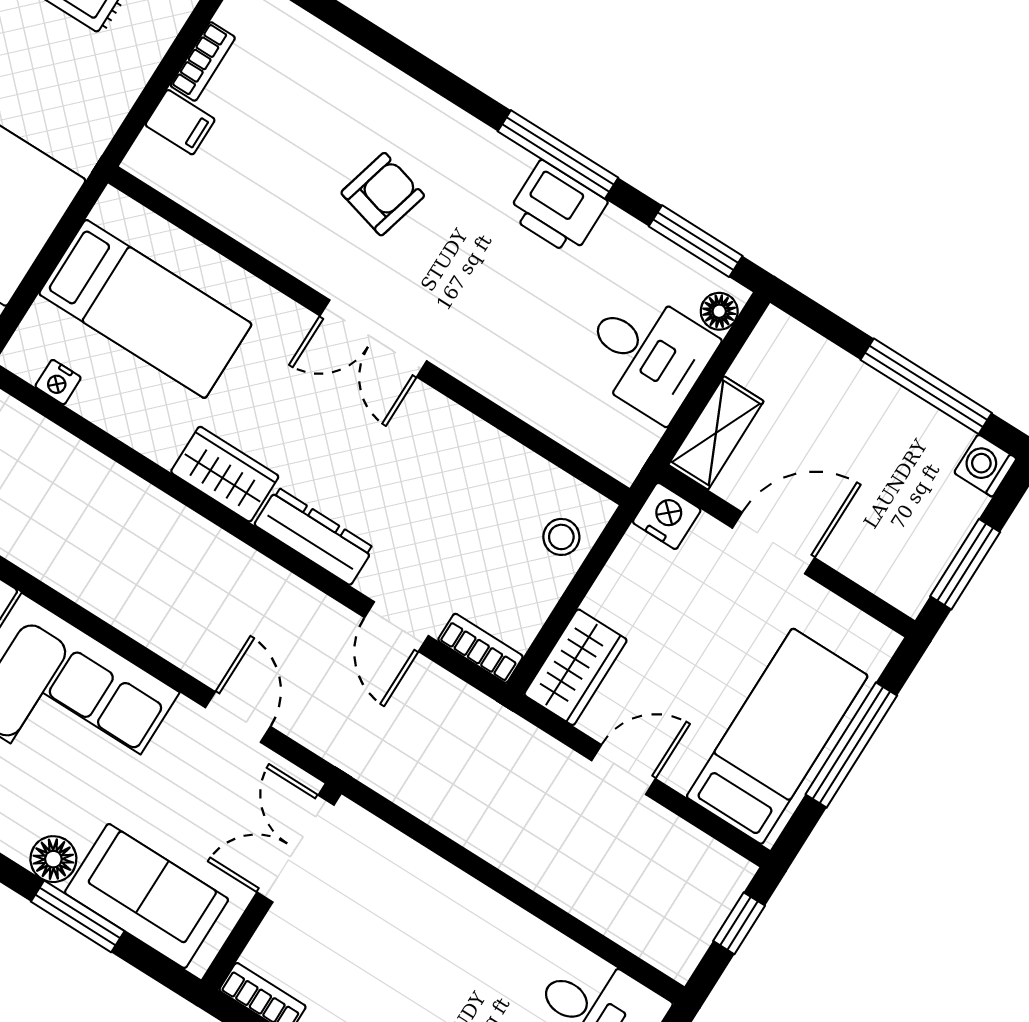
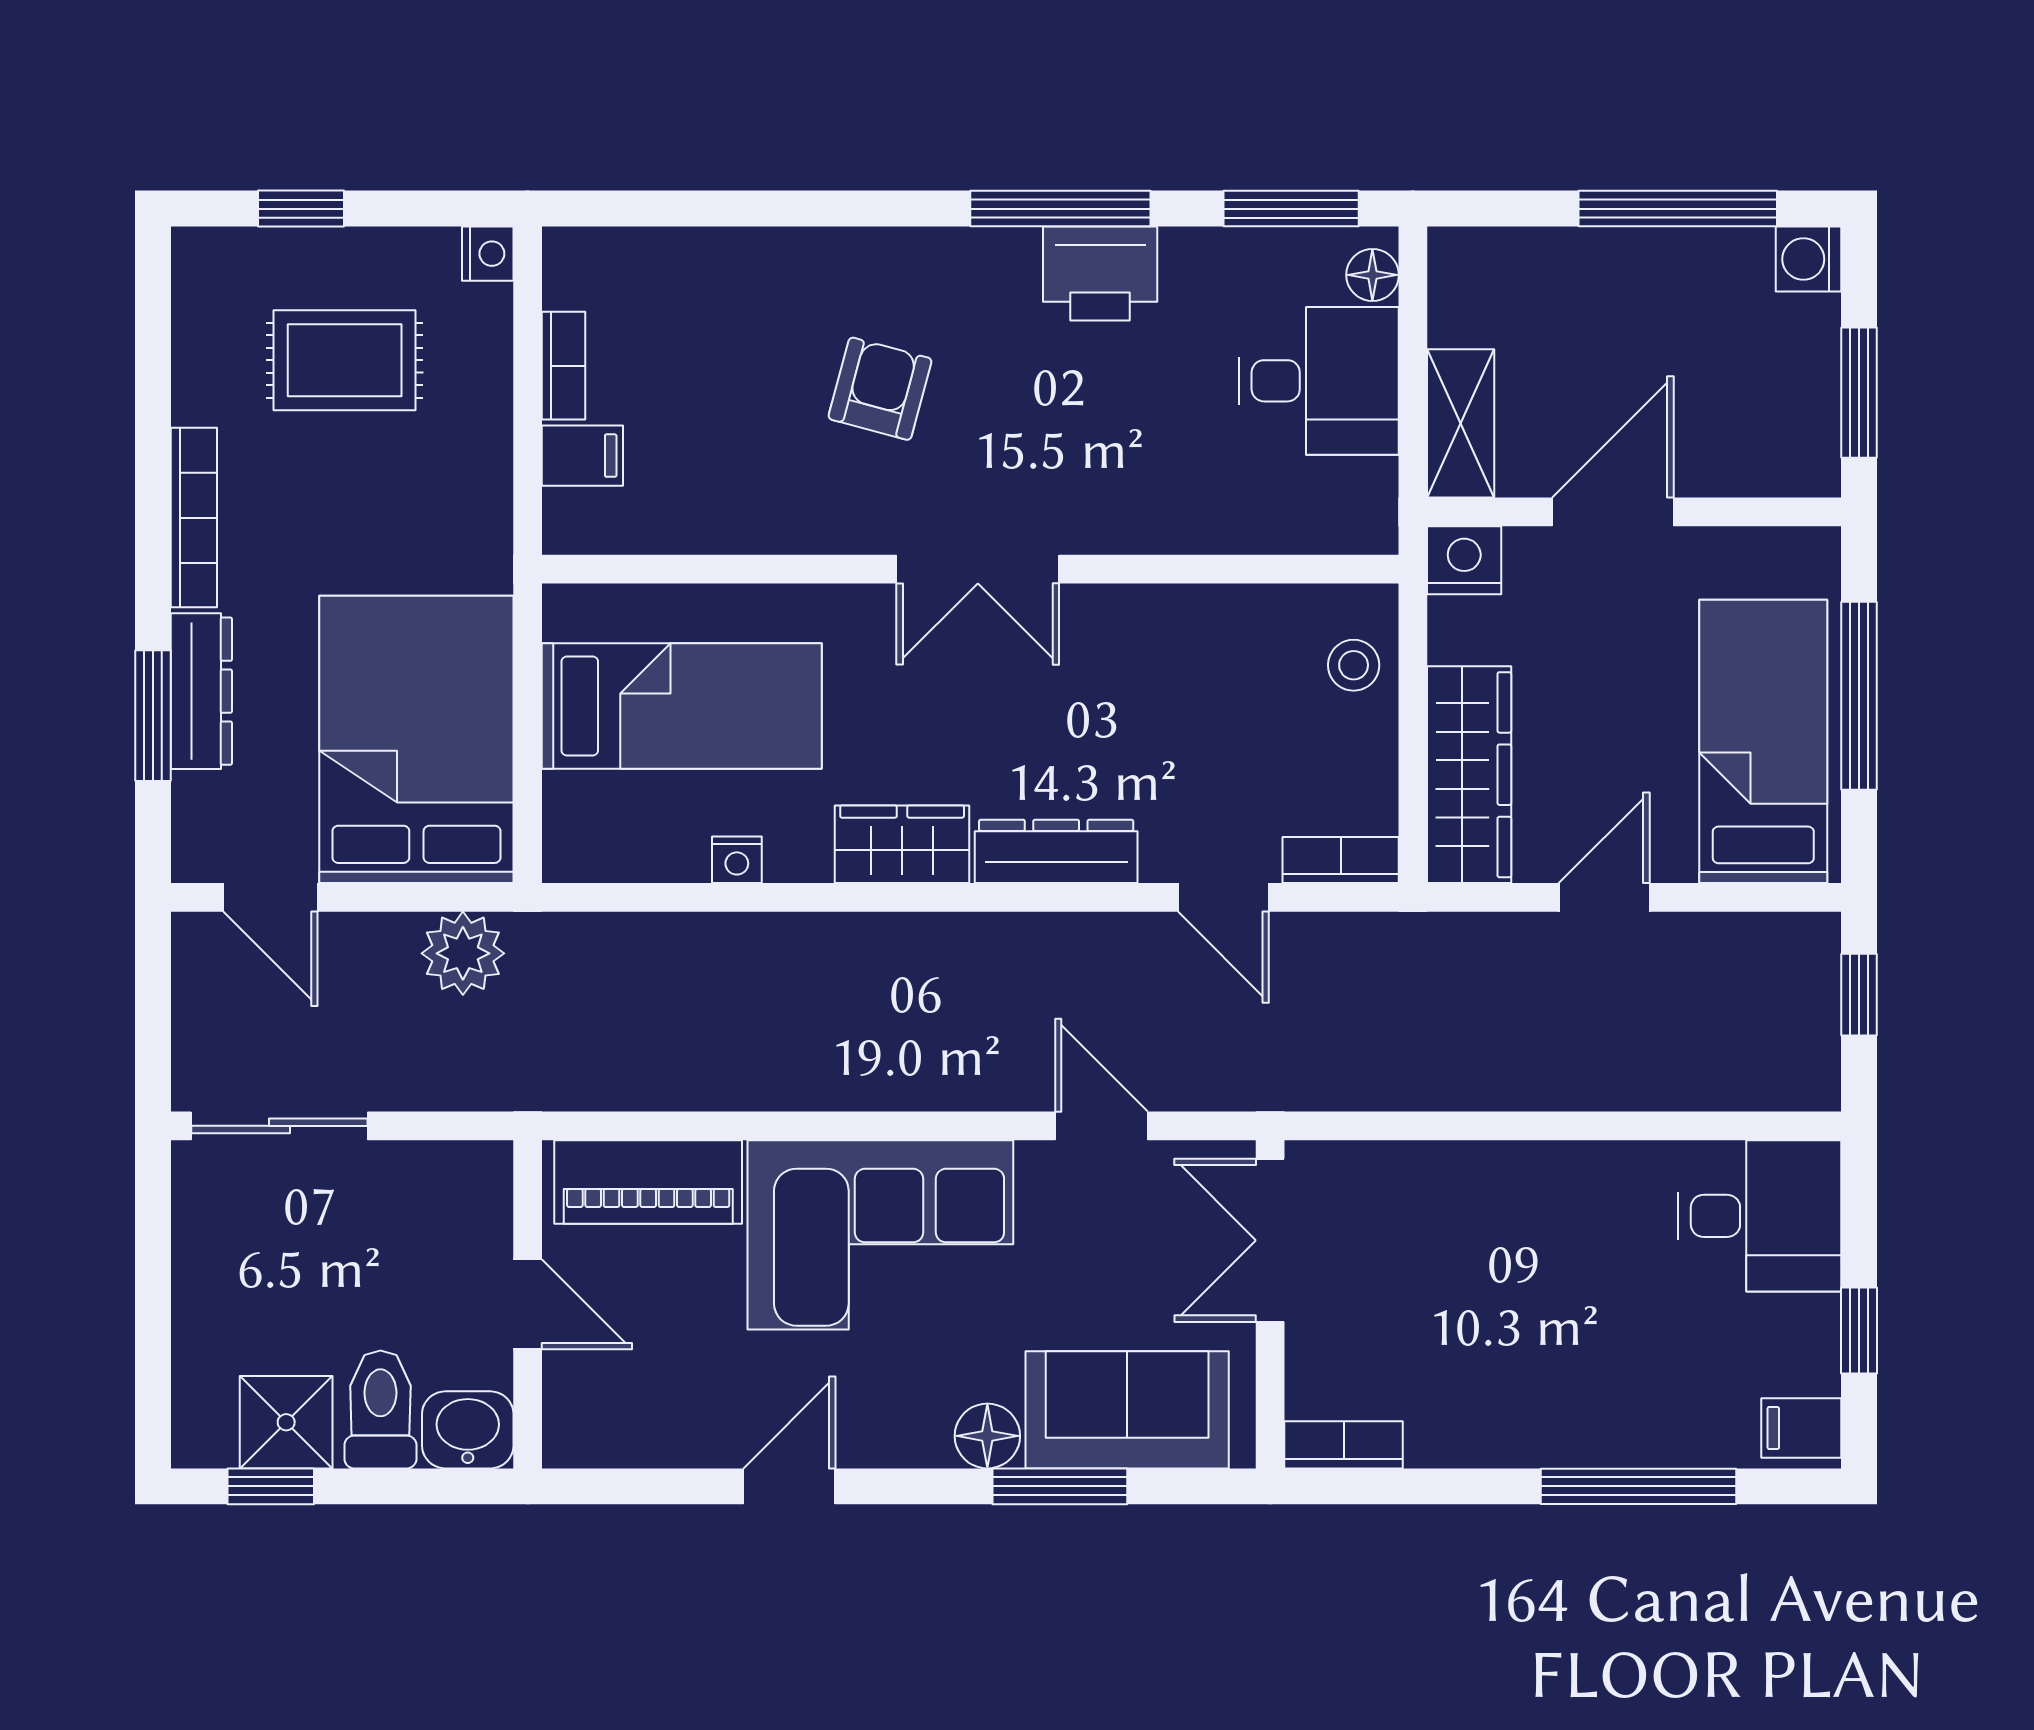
nightstand: (58, 382) -> (737, 860), moved
wardrobe: (576, 667) -> (1469, 775), width x1.50

